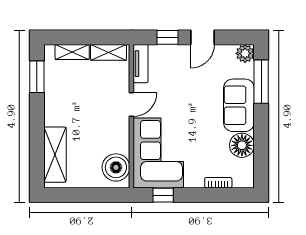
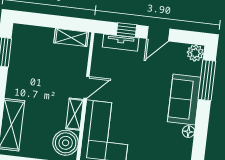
shelving: (72, 52) -> (75, 114), moved, turned 90
tv unit: (141, 64) -> (121, 43), moved, turned 90
floor lamp: (242, 145) -> (188, 132), width x0.53, depth x0.53

